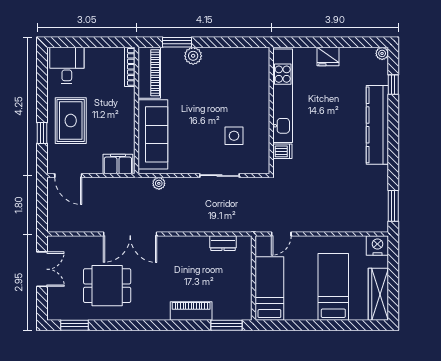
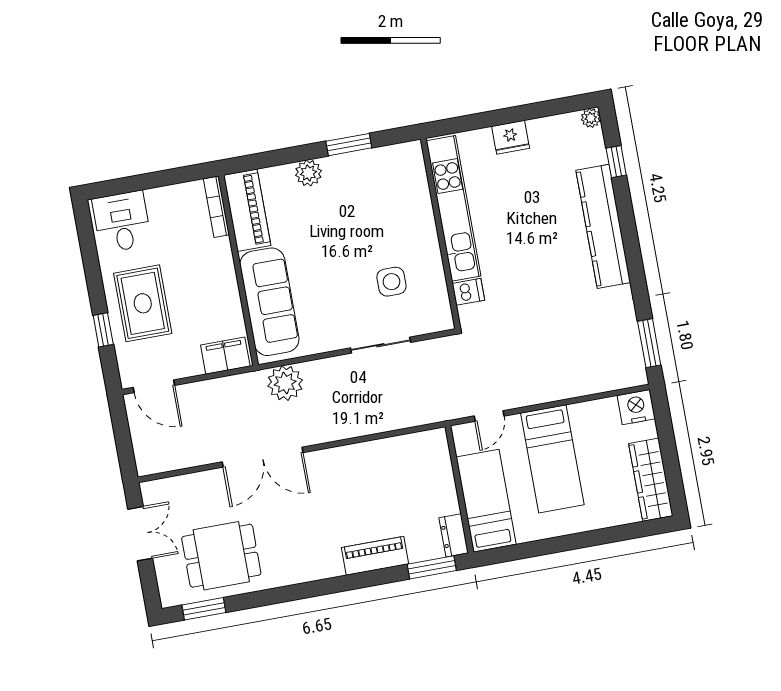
window: (177, 42) -> (349, 145), moved
plant: (159, 183) -> (285, 383), width x1.88, depth x1.88
dresser: (223, 243) -> (454, 535), moved, turned 90
dining table: (107, 286) -> (221, 556), moved
bed: (333, 287) -> (552, 459), moved, turned 180

